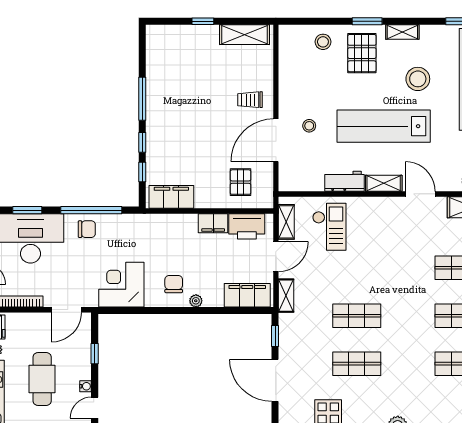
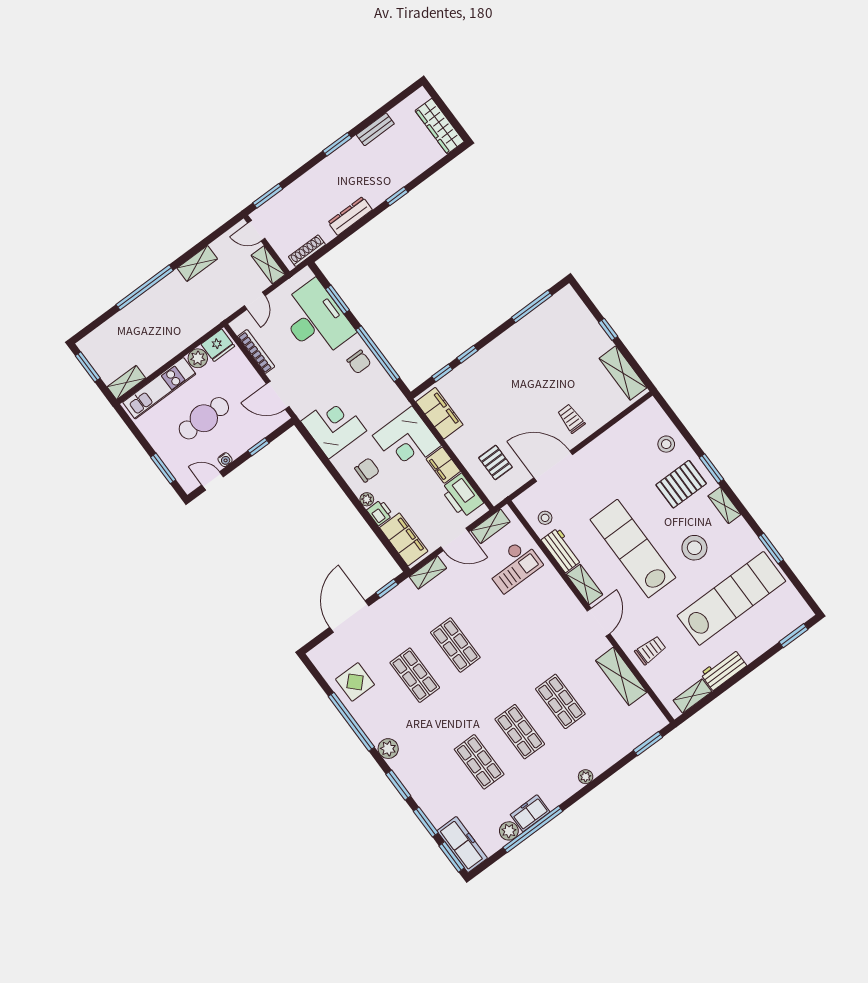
window: (142, 99) -> (532, 306), moved
stool: (309, 126) -> (545, 518), moved
pallet: (240, 182) -> (495, 462), turned 90
corner desk: (174, 237) -> (407, 440), added
printer: (213, 298) -> (380, 513), added

